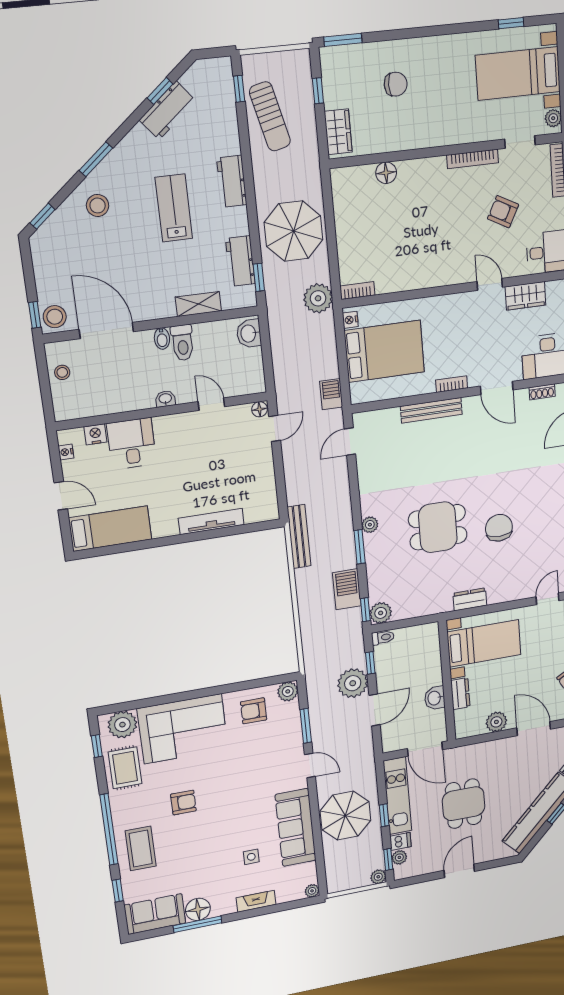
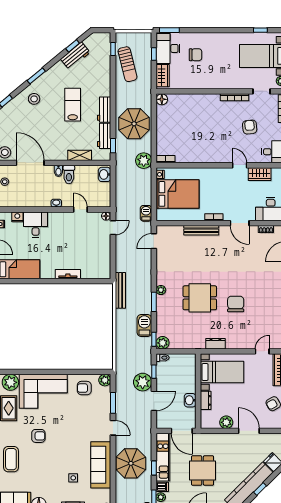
desk: (343, 77) -> (168, 48), added
floor lamp: (386, 173) -> (162, 99), moved
workbench: (232, 181) -> (104, 110), moved
armchair: (503, 212) -> (250, 127), turned 56
tv unit: (211, 521) -> (68, 274), width x0.71

